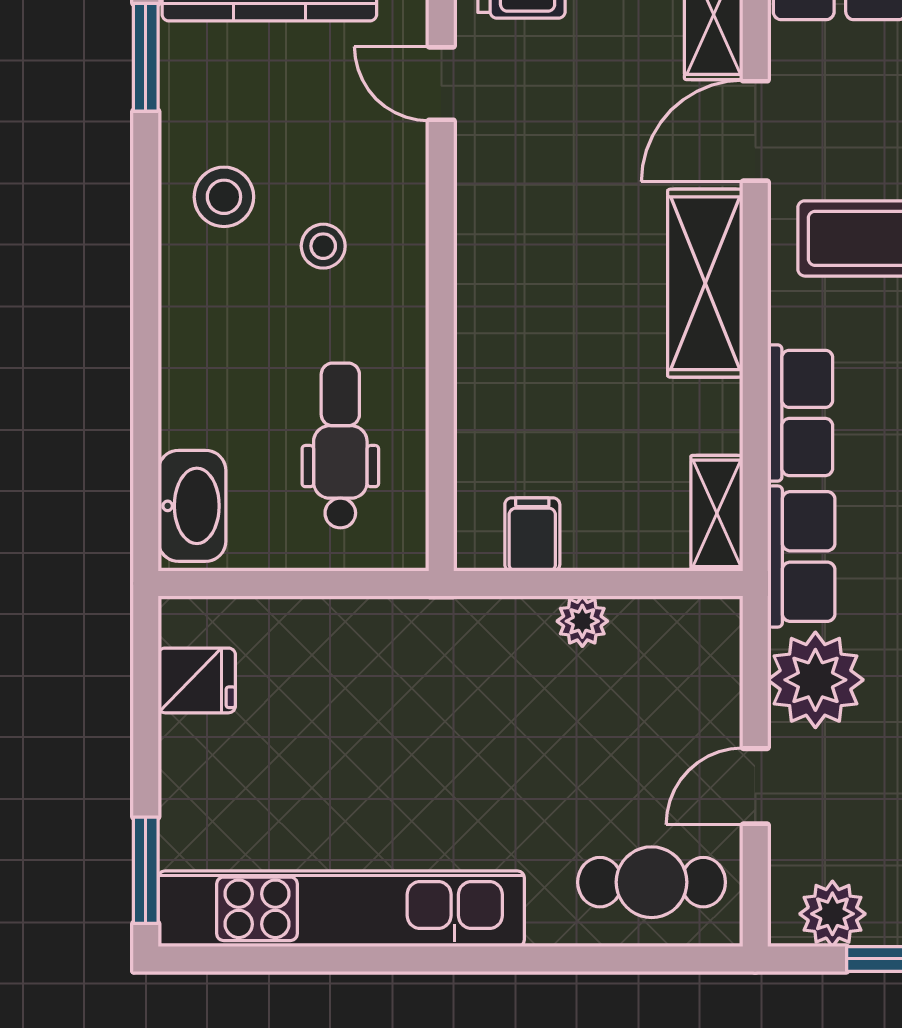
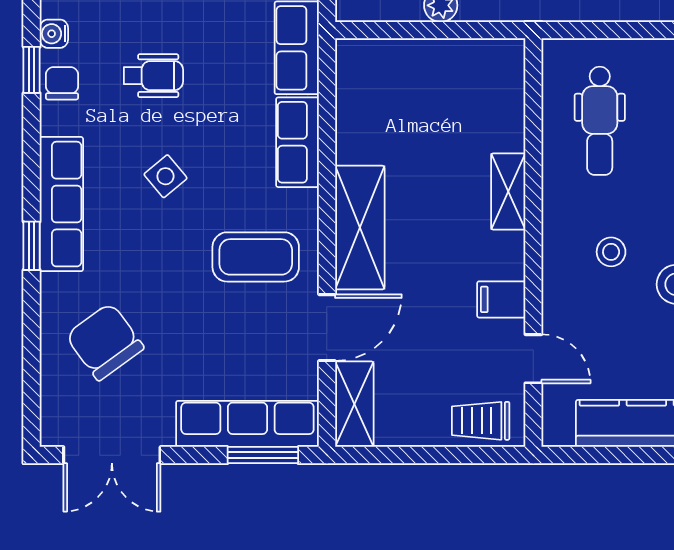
shelving: (717, 513) -> (508, 192), moved
filing cabinet: (532, 534) -> (501, 299), moved, turned 90

